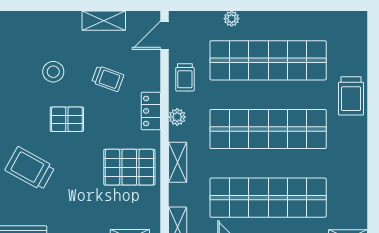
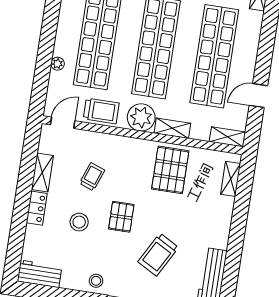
door: (164, 35) -> (63, 123), swing flipped
trolley: (185, 77) -> (101, 111), width x1.36, depth x1.39
locker: (151, 111) -> (37, 208), moved, turned -90
plant: (177, 117) -> (141, 117), width x1.88, depth x1.88

